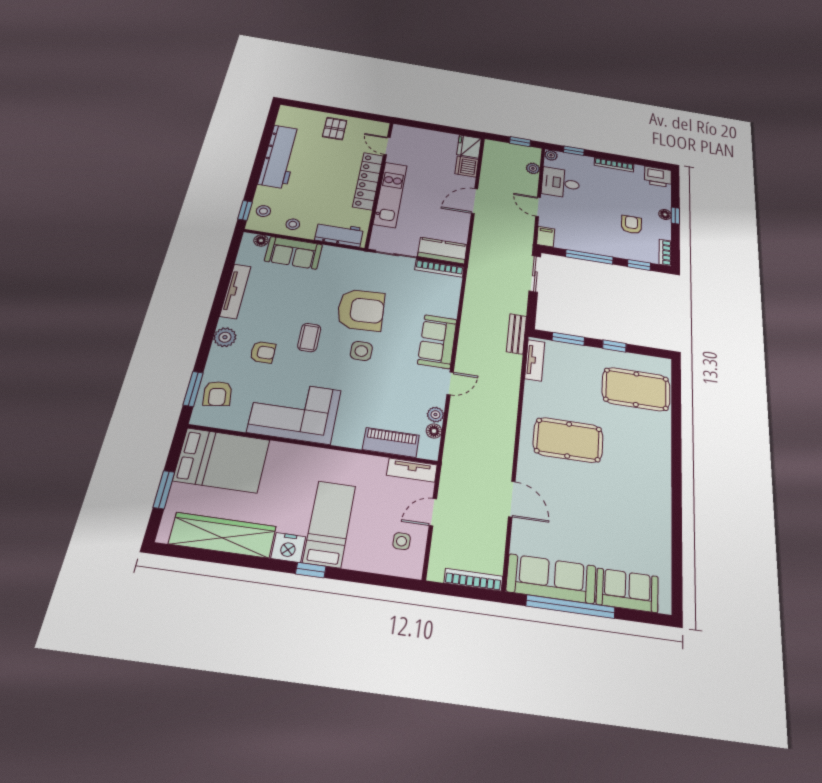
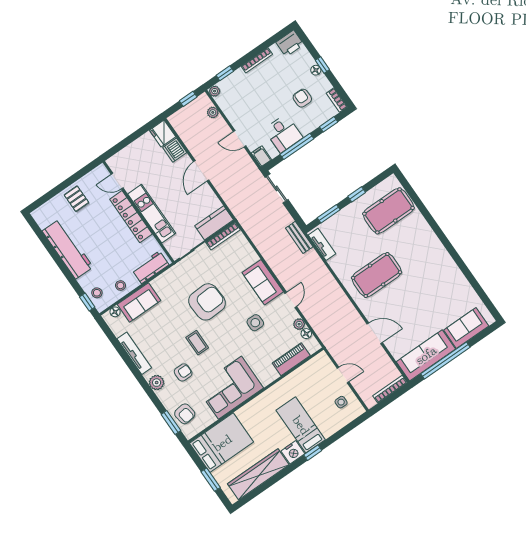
desk: (561, 183) -> (283, 133), moved, turned -90
side table: (361, 351) -> (255, 323), moved
tv unit: (412, 470) -> (314, 364), removed
door: (433, 512) -> (343, 375), swing flipped

